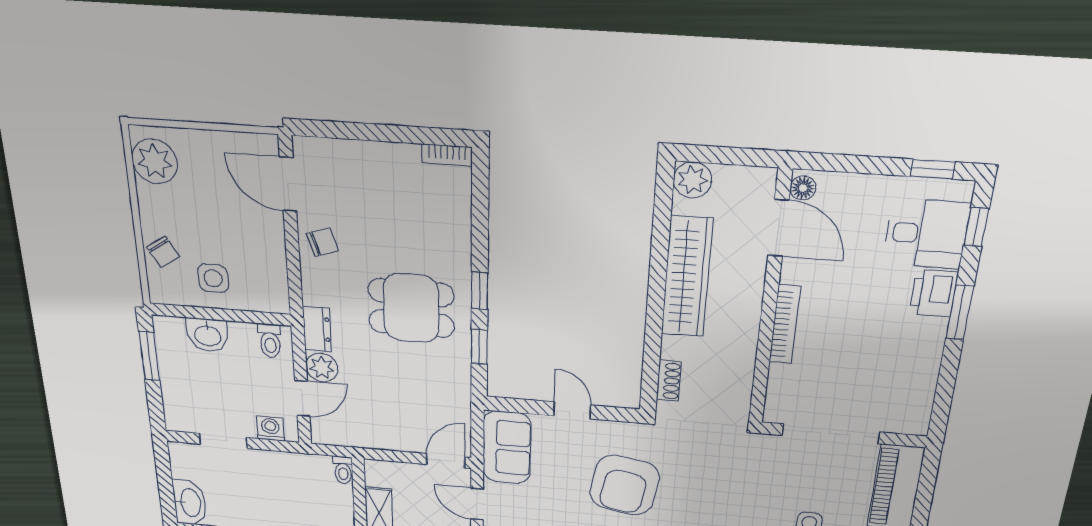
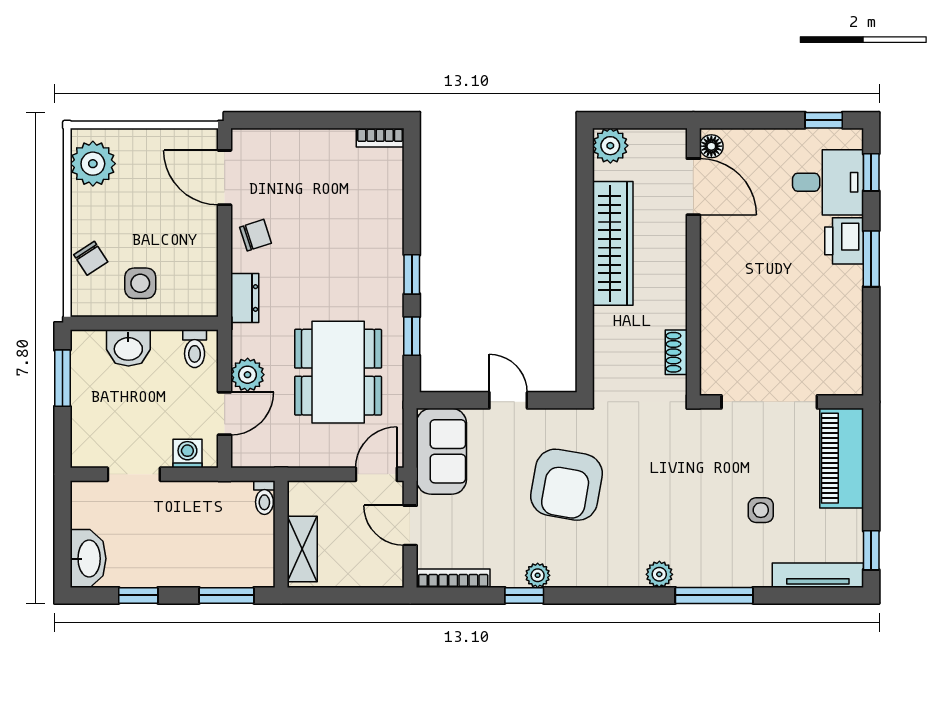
dining table: (411, 308) -> (338, 372), moved, width x1.38
bookcase: (785, 324) -> (710, 285), removed
dresser: (317, 329) -> (245, 298), moved
shoe rack: (669, 381) -> (676, 352), moved, turned 180

